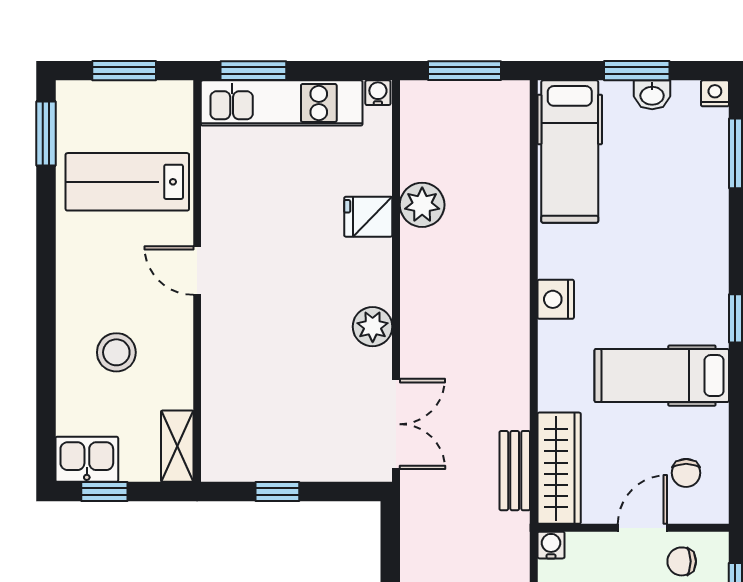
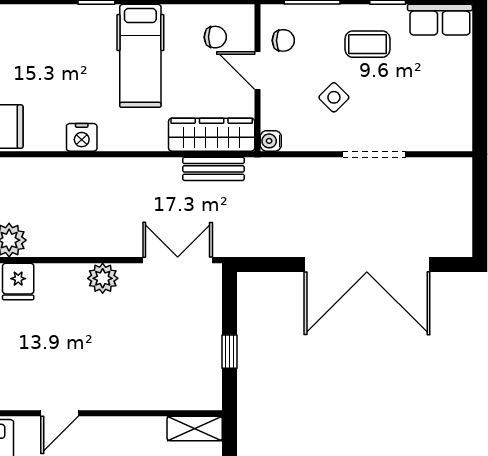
chair: (682, 561) -> (283, 40), turned -90

